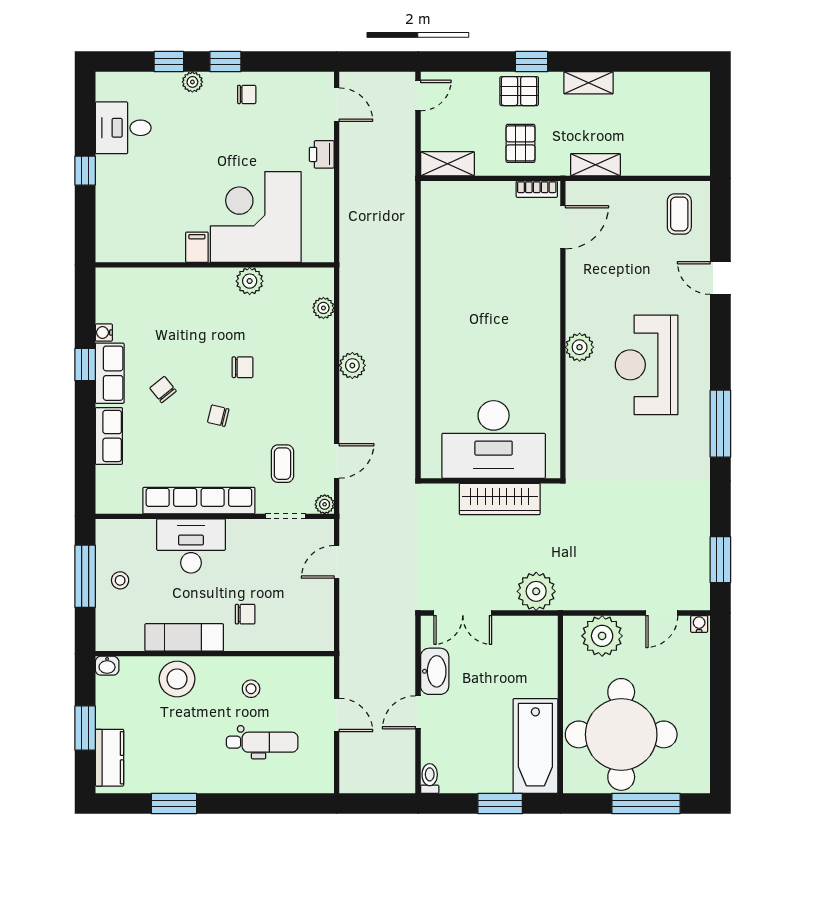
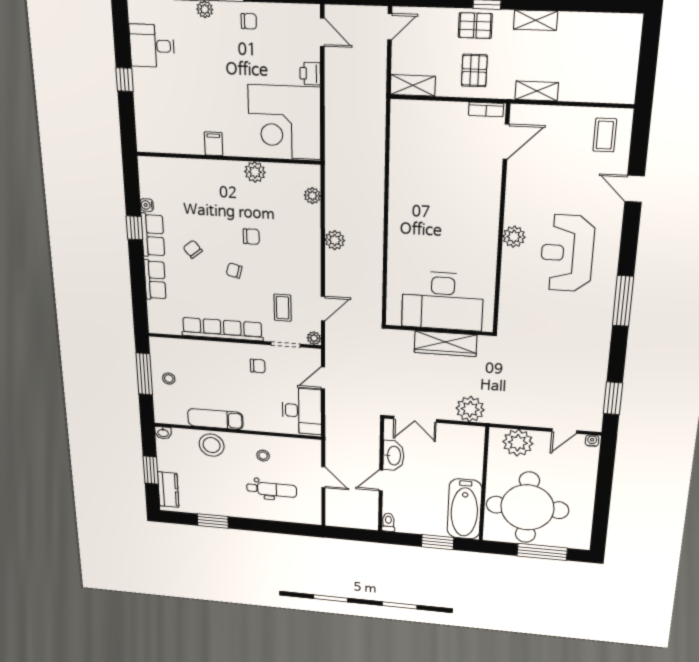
corner desk: (256, 217) -> (284, 122), moved, turned -90
desk: (191, 546) -> (302, 411), moved, turned 90
chair: (245, 614) -> (258, 366), moved

